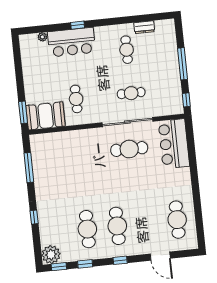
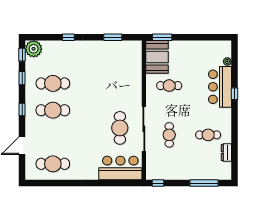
window: (182, 64) -> (204, 183), moved
window: (29, 168) -> (113, 37), width x0.69

